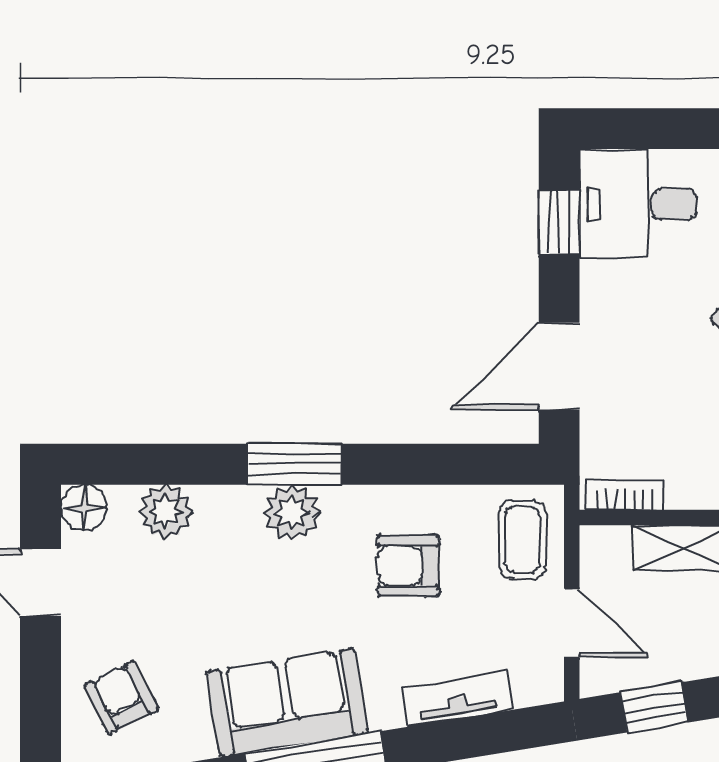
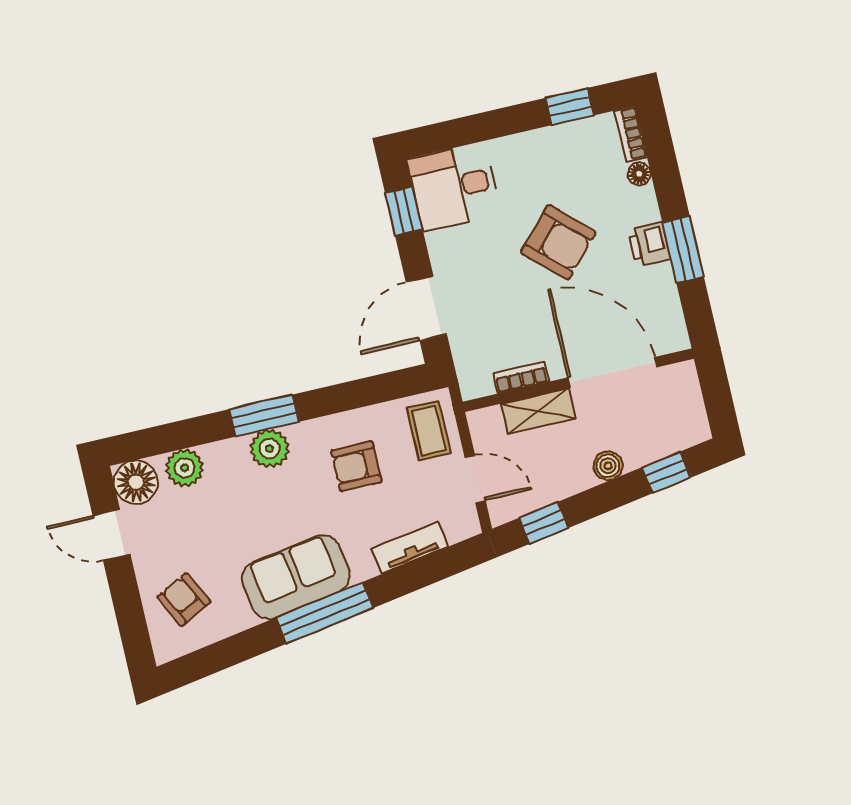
bookcase: (625, 495) -> (521, 377), moved
floor lamp: (84, 508) -> (136, 482), width x1.38, depth x1.38

